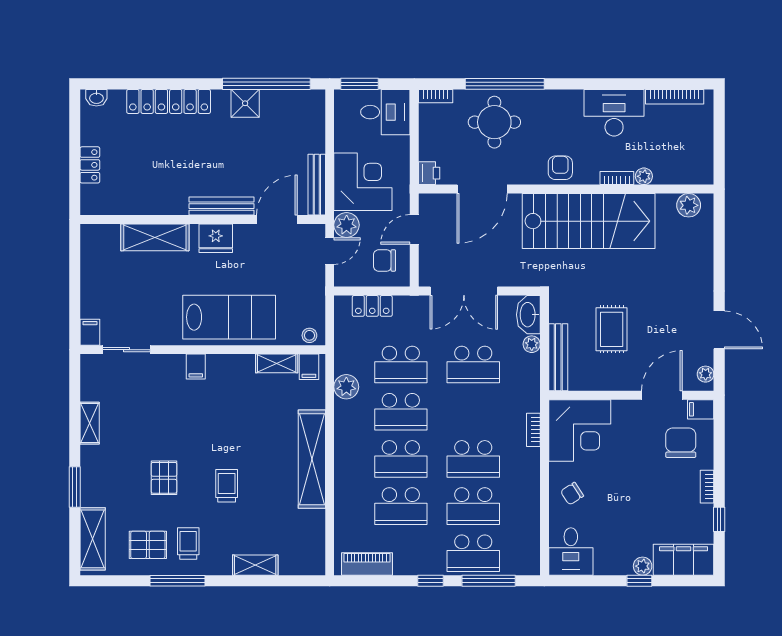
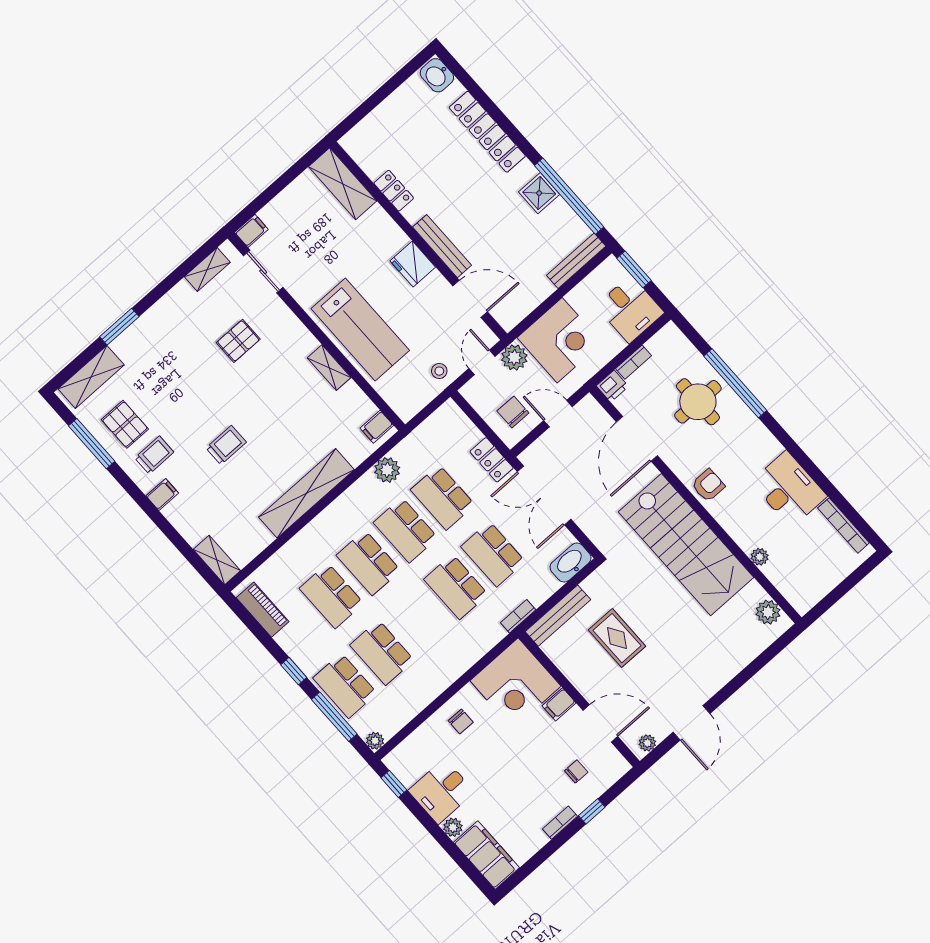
bookcase: (436, 96) -> (634, 362), moved, turned -90
washbasin: (96, 98) -> (437, 75), width x1.38, depth x1.45
locker: (90, 165) -> (394, 191), moved, turned -90
bookcase: (617, 178) -> (739, 537), removed
bench: (317, 185) -> (576, 261), moved
door: (482, 189) -> (637, 439), hinge flipped
shelving: (155, 237) -> (343, 184), moved
door: (330, 251) -> (482, 362), swing flipped
locker: (372, 306) -> (492, 460), moved
rug: (612, 329) -> (617, 638), turned 90
stool: (309, 335) -> (439, 371), moved
plant: (532, 344) -> (375, 741), moved
shelving: (277, 363) -> (329, 368), moved
filing cabinet: (196, 367) -> (162, 495), moved, turned 180
filing cabinet: (701, 409) -> (559, 704), moved, turned -90
shelving: (90, 423) -> (207, 269), moved
bookcase: (533, 430) -> (518, 616), moved
chair: (681, 443) -> (576, 771), width x0.54, depth x0.54
school desk: (473, 459) -> (456, 587), moved
pallet: (164, 478) -> (238, 341), moved
chair: (572, 494) -> (461, 722), turned -147
window: (719, 519) -> (592, 811), moved
desk: (571, 551) -> (441, 791), moved
shelving: (255, 565) -> (217, 560), moved
window: (178, 581) -> (92, 444), moved
window: (639, 581) -> (394, 784), moved

